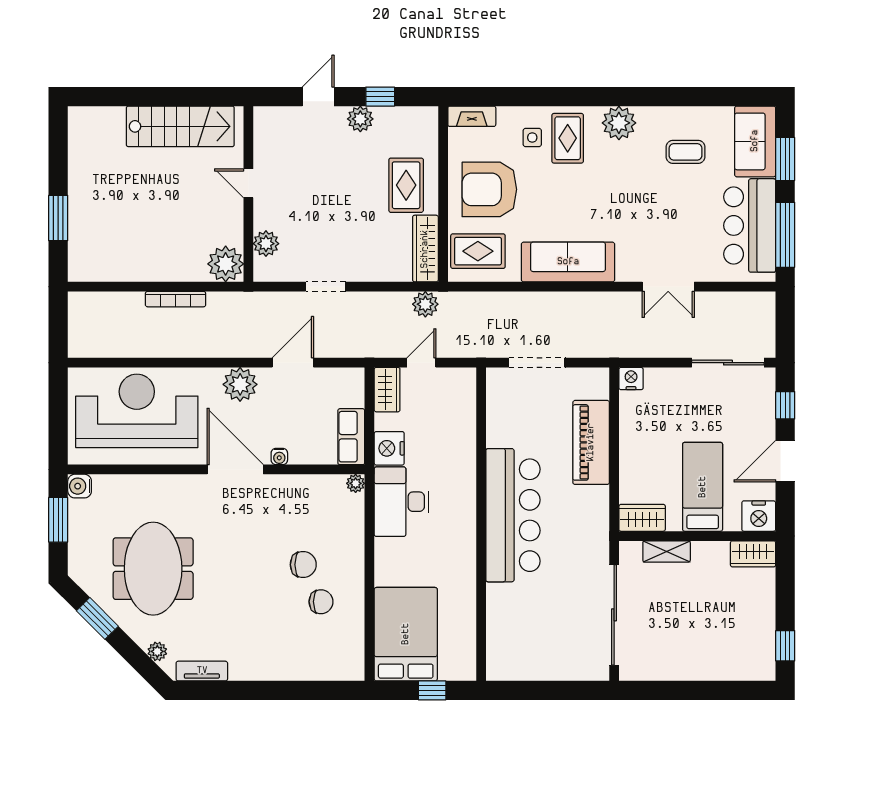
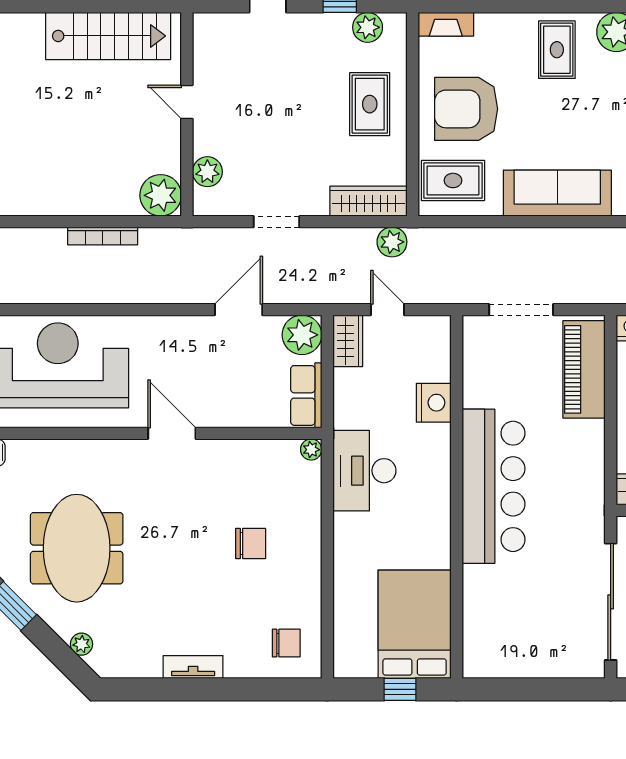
plant: (360, 119) -> (368, 27), moved
side table: (532, 138) -> (516, 49), removed
wardrobe: (425, 249) -> (369, 201), moved, turned 90
door: (421, 363) -> (388, 310), hinge flipped
plant: (240, 384) -> (302, 335), moved
piano: (591, 442) -> (584, 369), moved
nightstand: (389, 448) -> (434, 403), moved, turned 180
water cooler: (279, 457) -> (223, 418), removed
door: (235, 469) -> (172, 433), width x0.73
chair: (321, 602) -> (286, 643), moved
bed: (406, 634) -> (415, 624), moved
tv unit: (202, 671) -> (193, 667), moved

